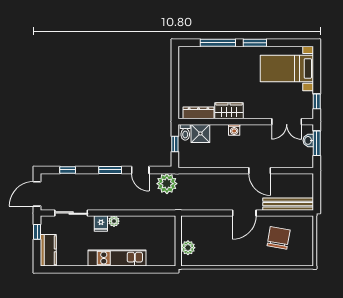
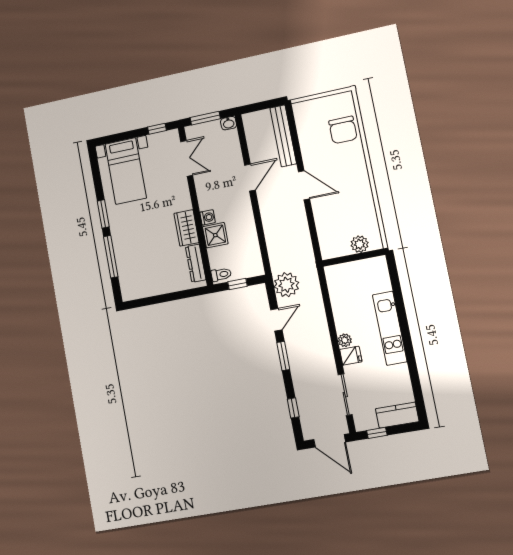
shower: (200, 133) -> (215, 235), moved
washbasin: (308, 140) -> (229, 123), moved
chair: (279, 238) -> (343, 130), moved, turned -100

